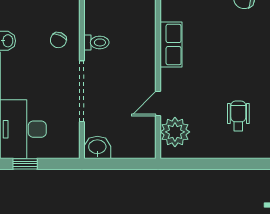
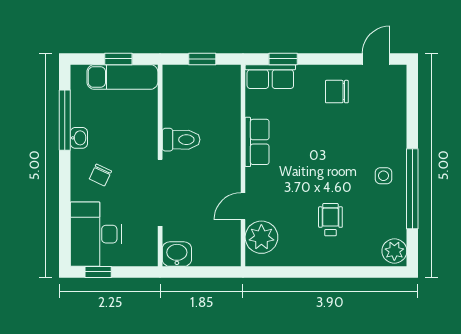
chair: (58, 40) -> (100, 175), moved
toilet: (96, 42) -> (181, 140), width x1.37, depth x1.39

